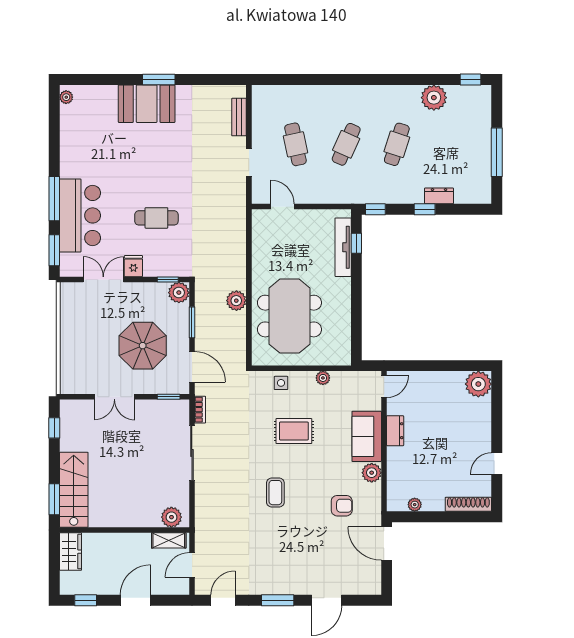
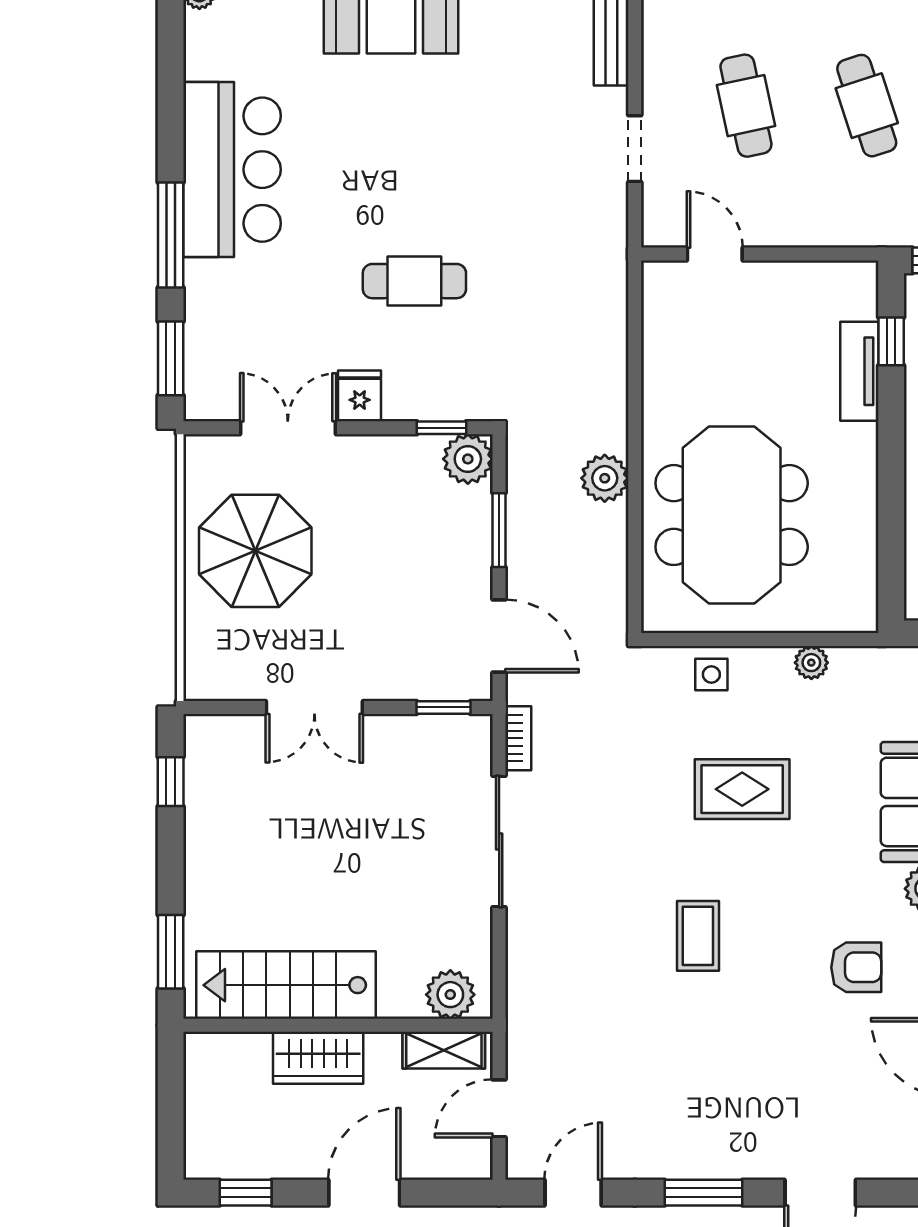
cafe table: (346, 144) -> (867, 106), turned -42
bar counter: (80, 215) -> (232, 170), moved
tv unit: (343, 247) -> (859, 371), width x0.71
parasol: (143, 346) -> (255, 551), moved
stairs: (74, 490) -> (286, 985), moved, turned -90
wardrobe: (70, 552) -> (318, 1058), moved, turned 90

